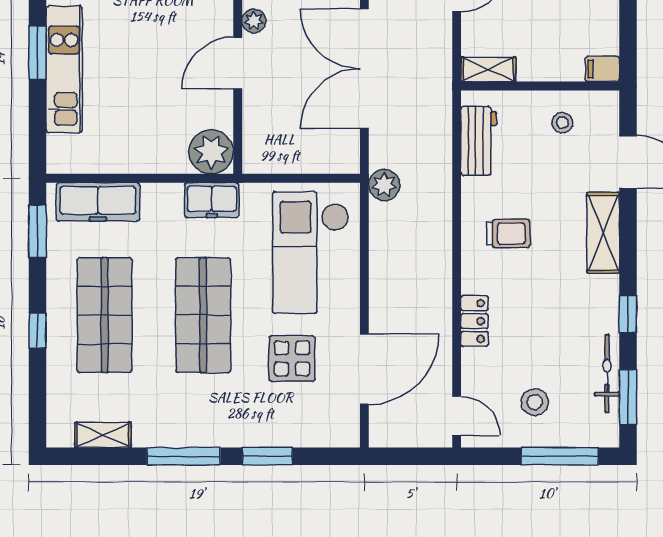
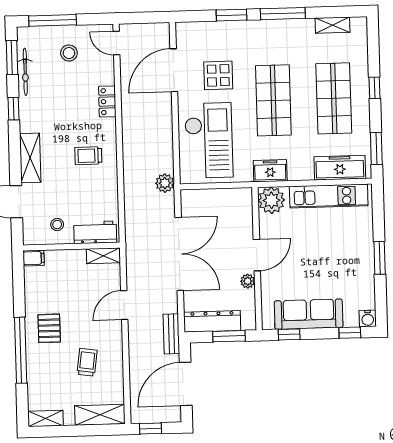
kitchen unit: (64, 69) -> (329, 196), moved, turned -90
workbench: (479, 141) -> (95, 232), moved, turned 90

